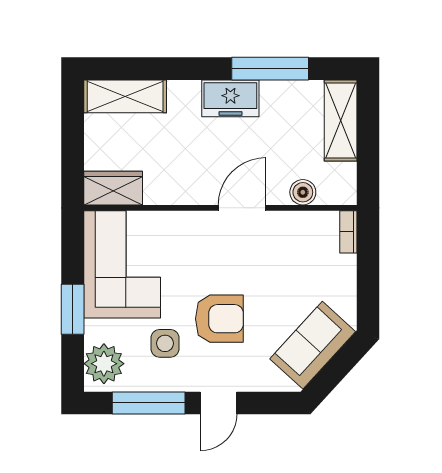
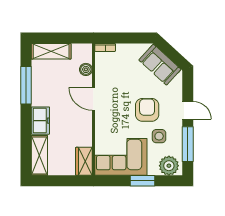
freezer: (230, 98) -> (40, 121), moved

